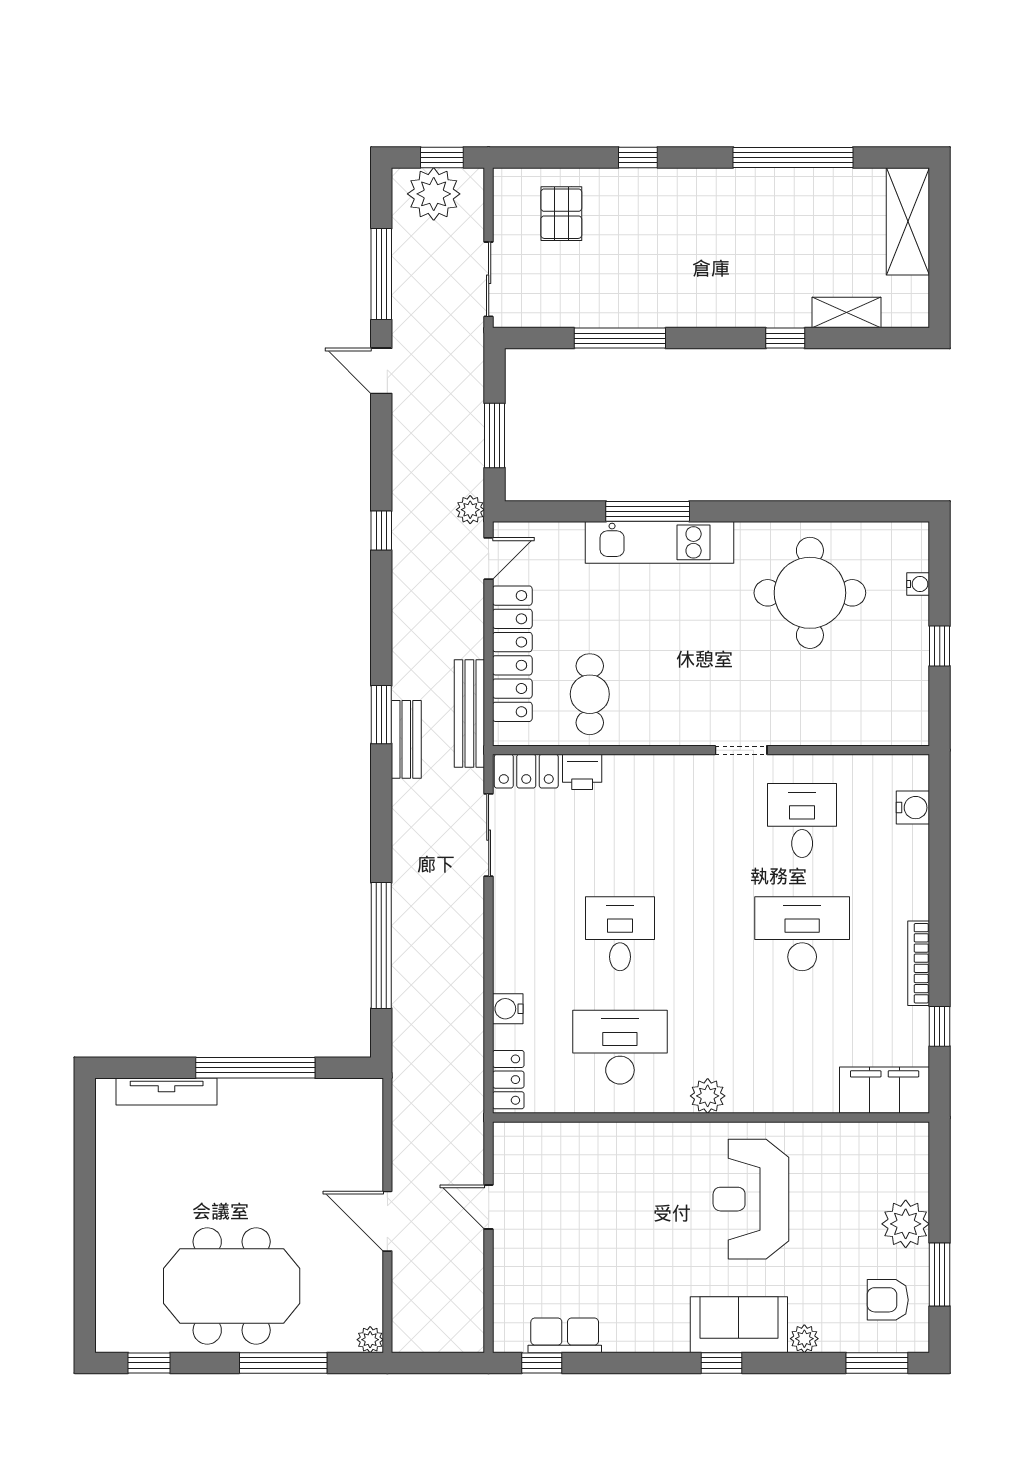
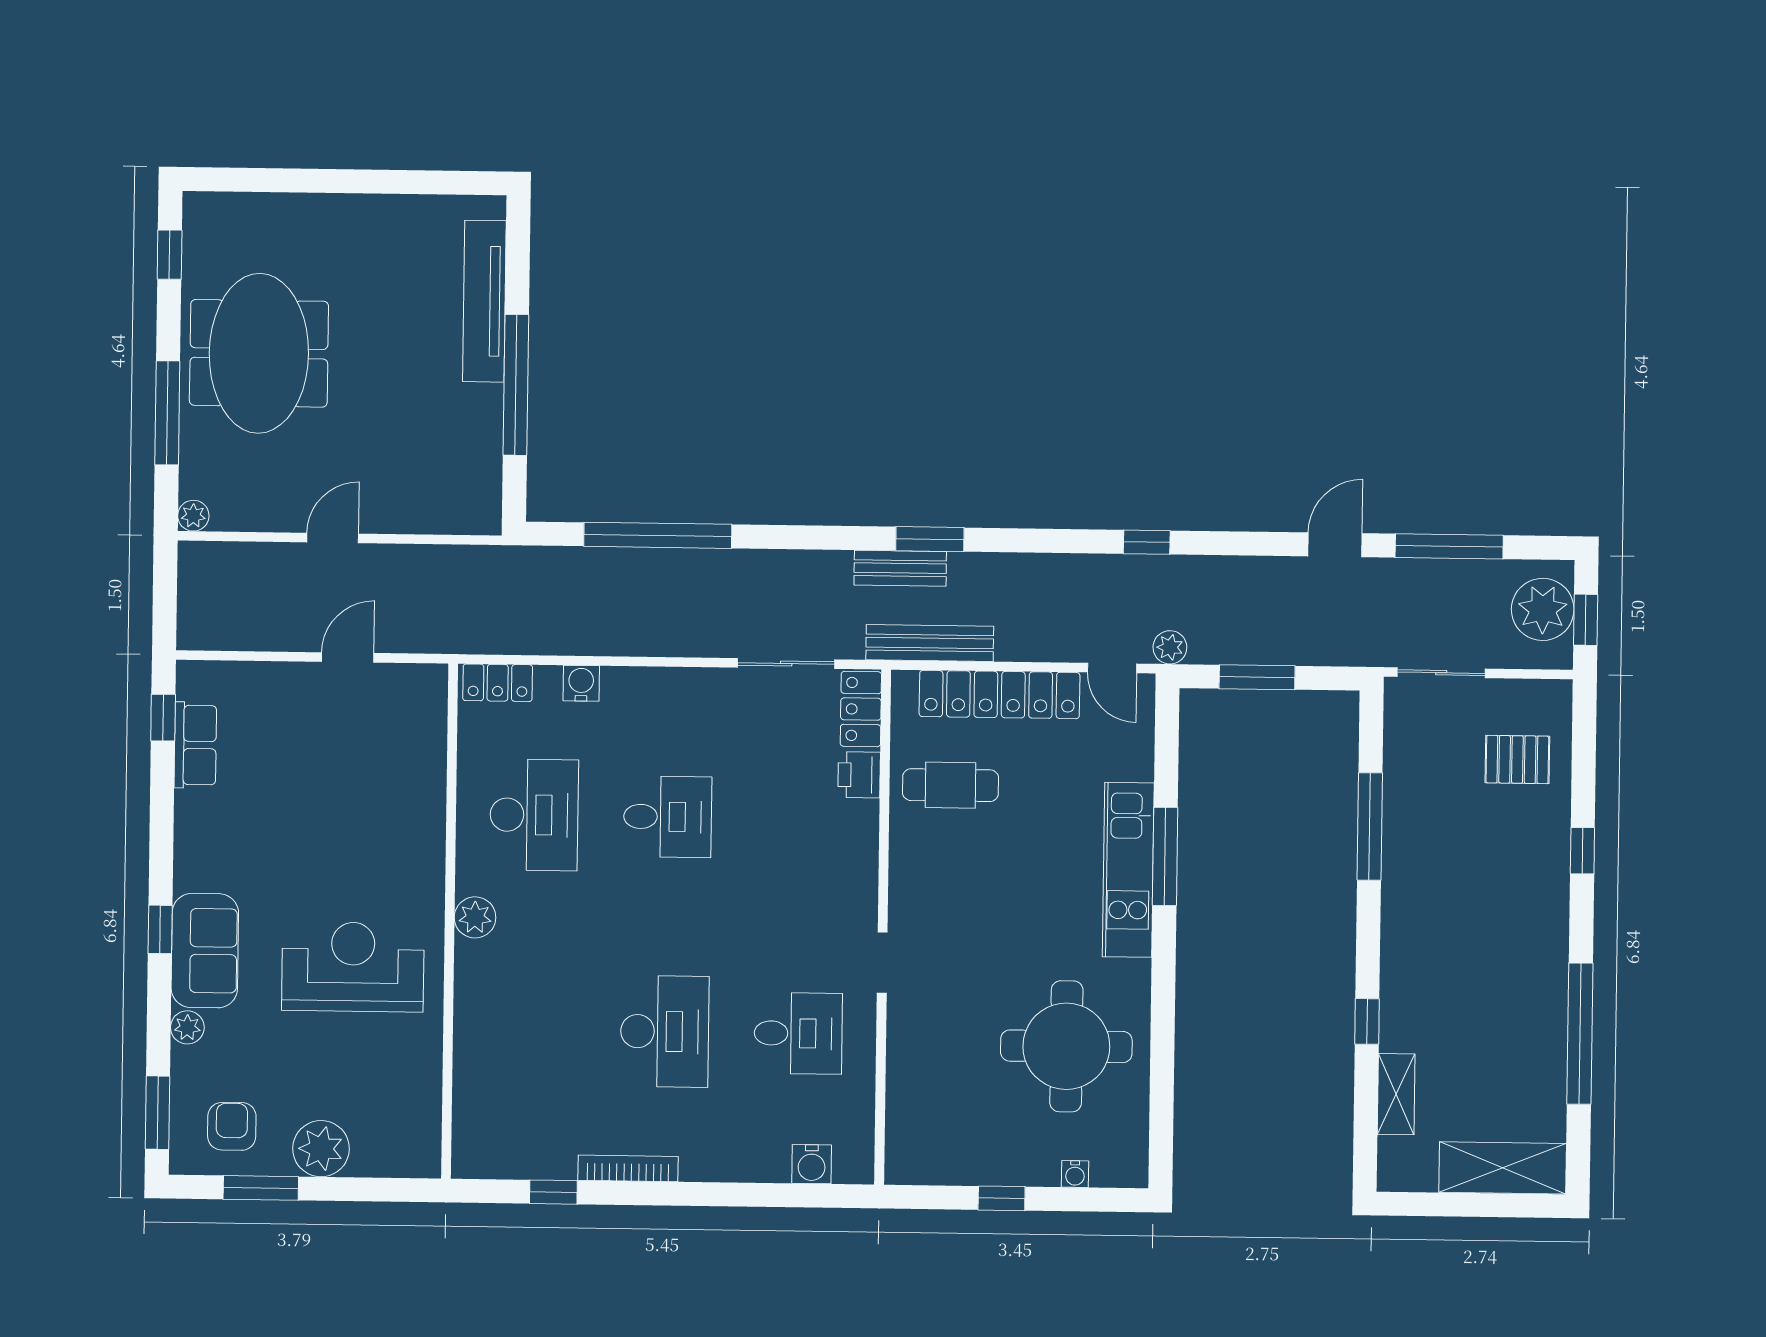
filing cabinet: (885, 1090) -> (479, 1126), removed
tv unit: (167, 1091) -> (484, 301), width x1.36, depth x1.29
door: (387, 1221) -> (333, 538), width x0.73

